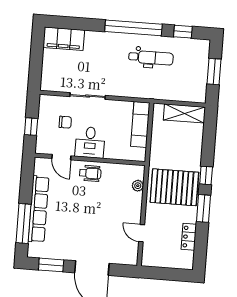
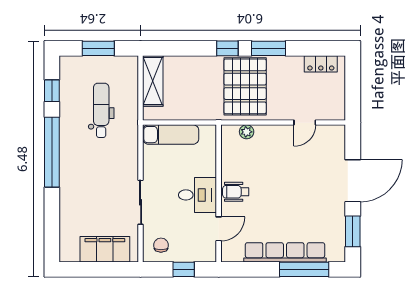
filing cabinet: (64, 39) -> (105, 249), moved, turned -90
dental chair: (151, 58) -> (101, 110), moved
chair: (65, 122) -> (161, 245), moved
wheelchair: (90, 173) -> (236, 192), turned -90
locker: (189, 237) -> (321, 64), moved

